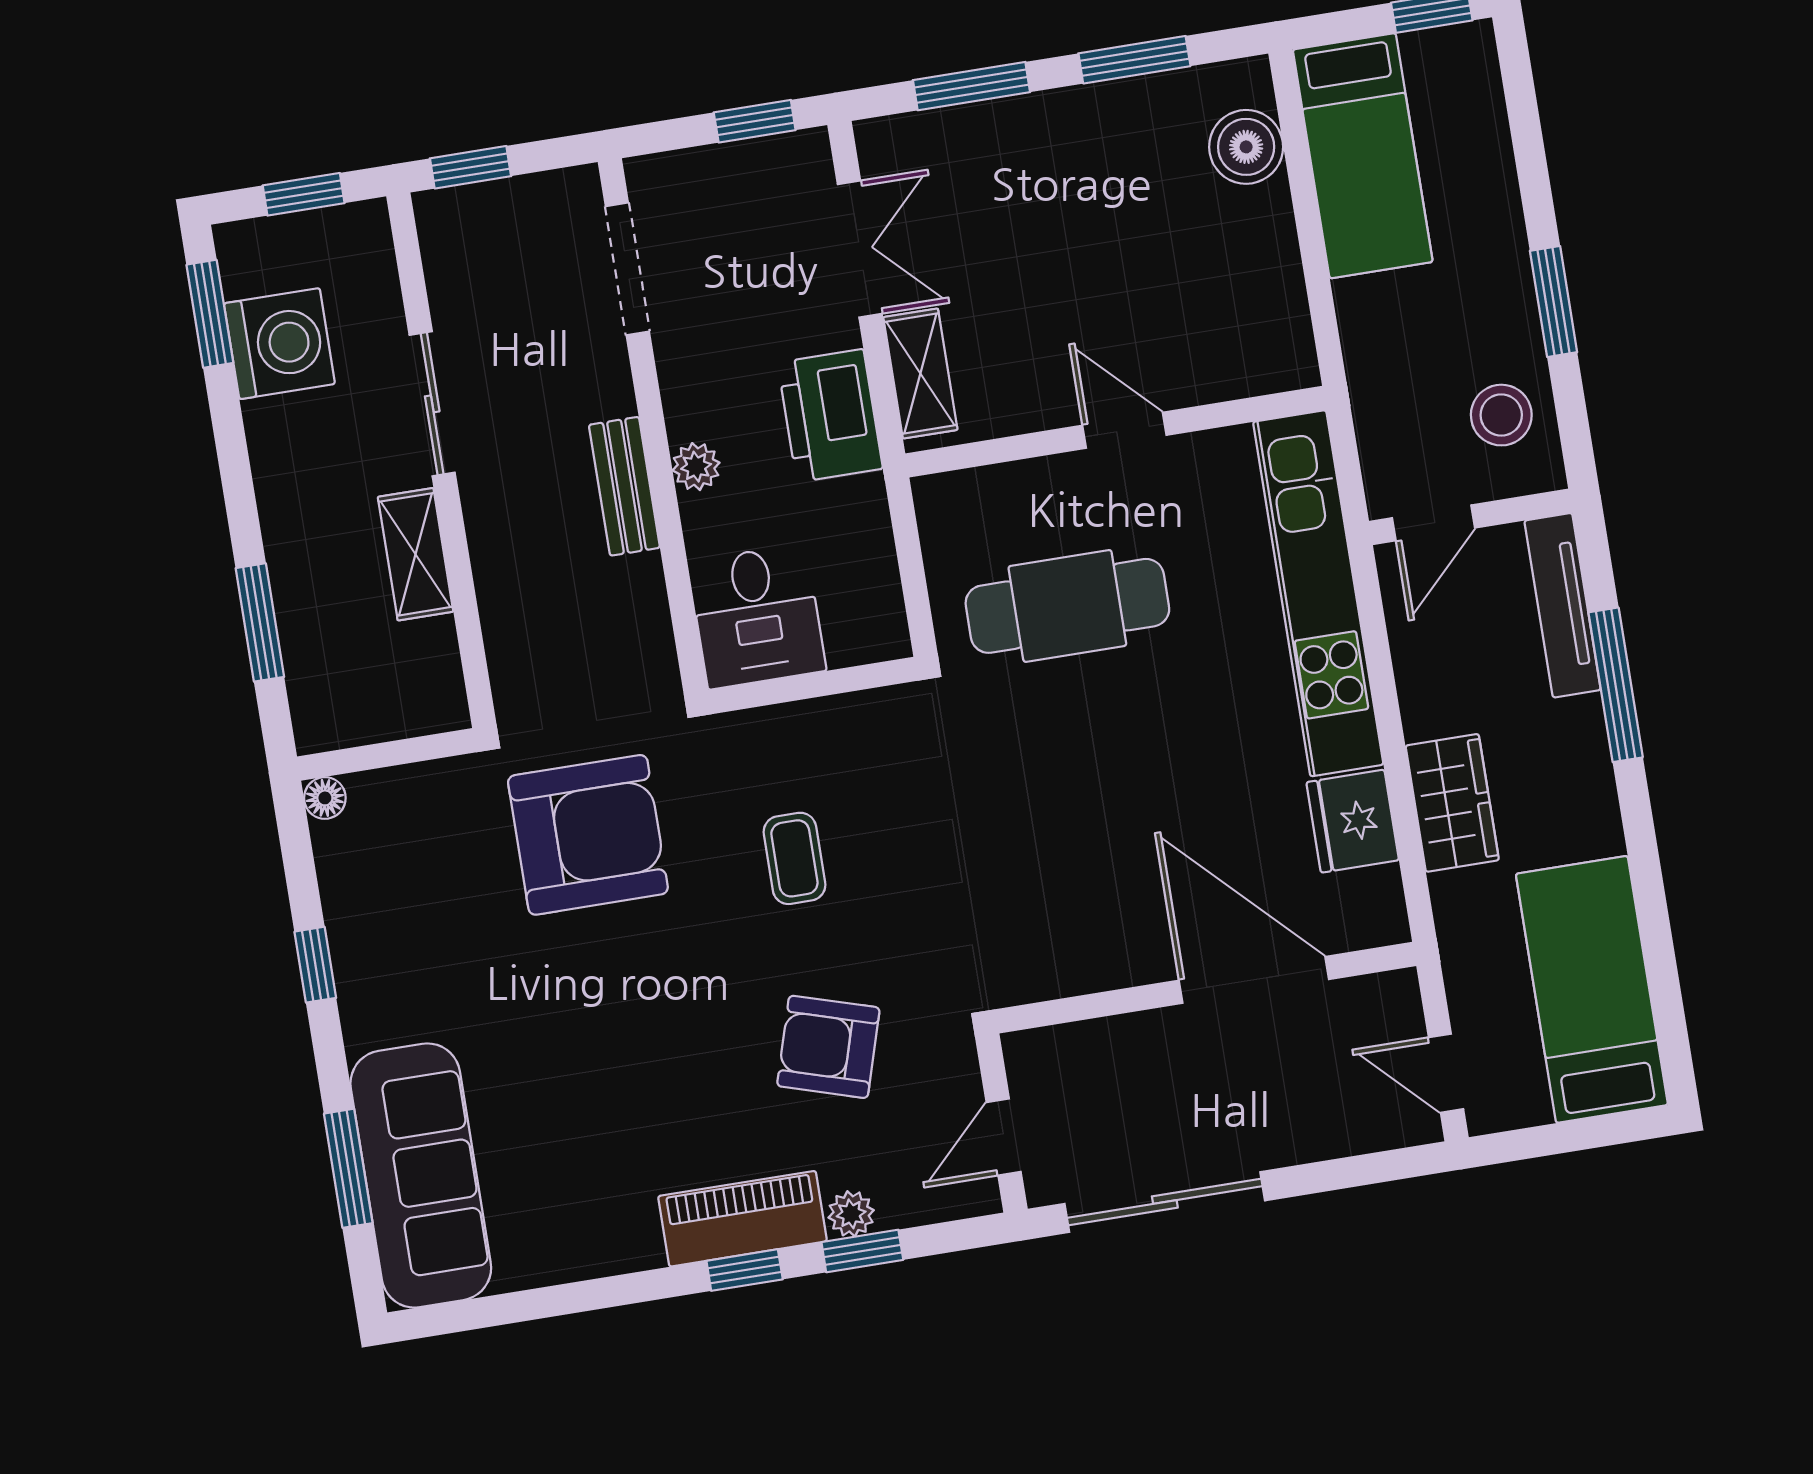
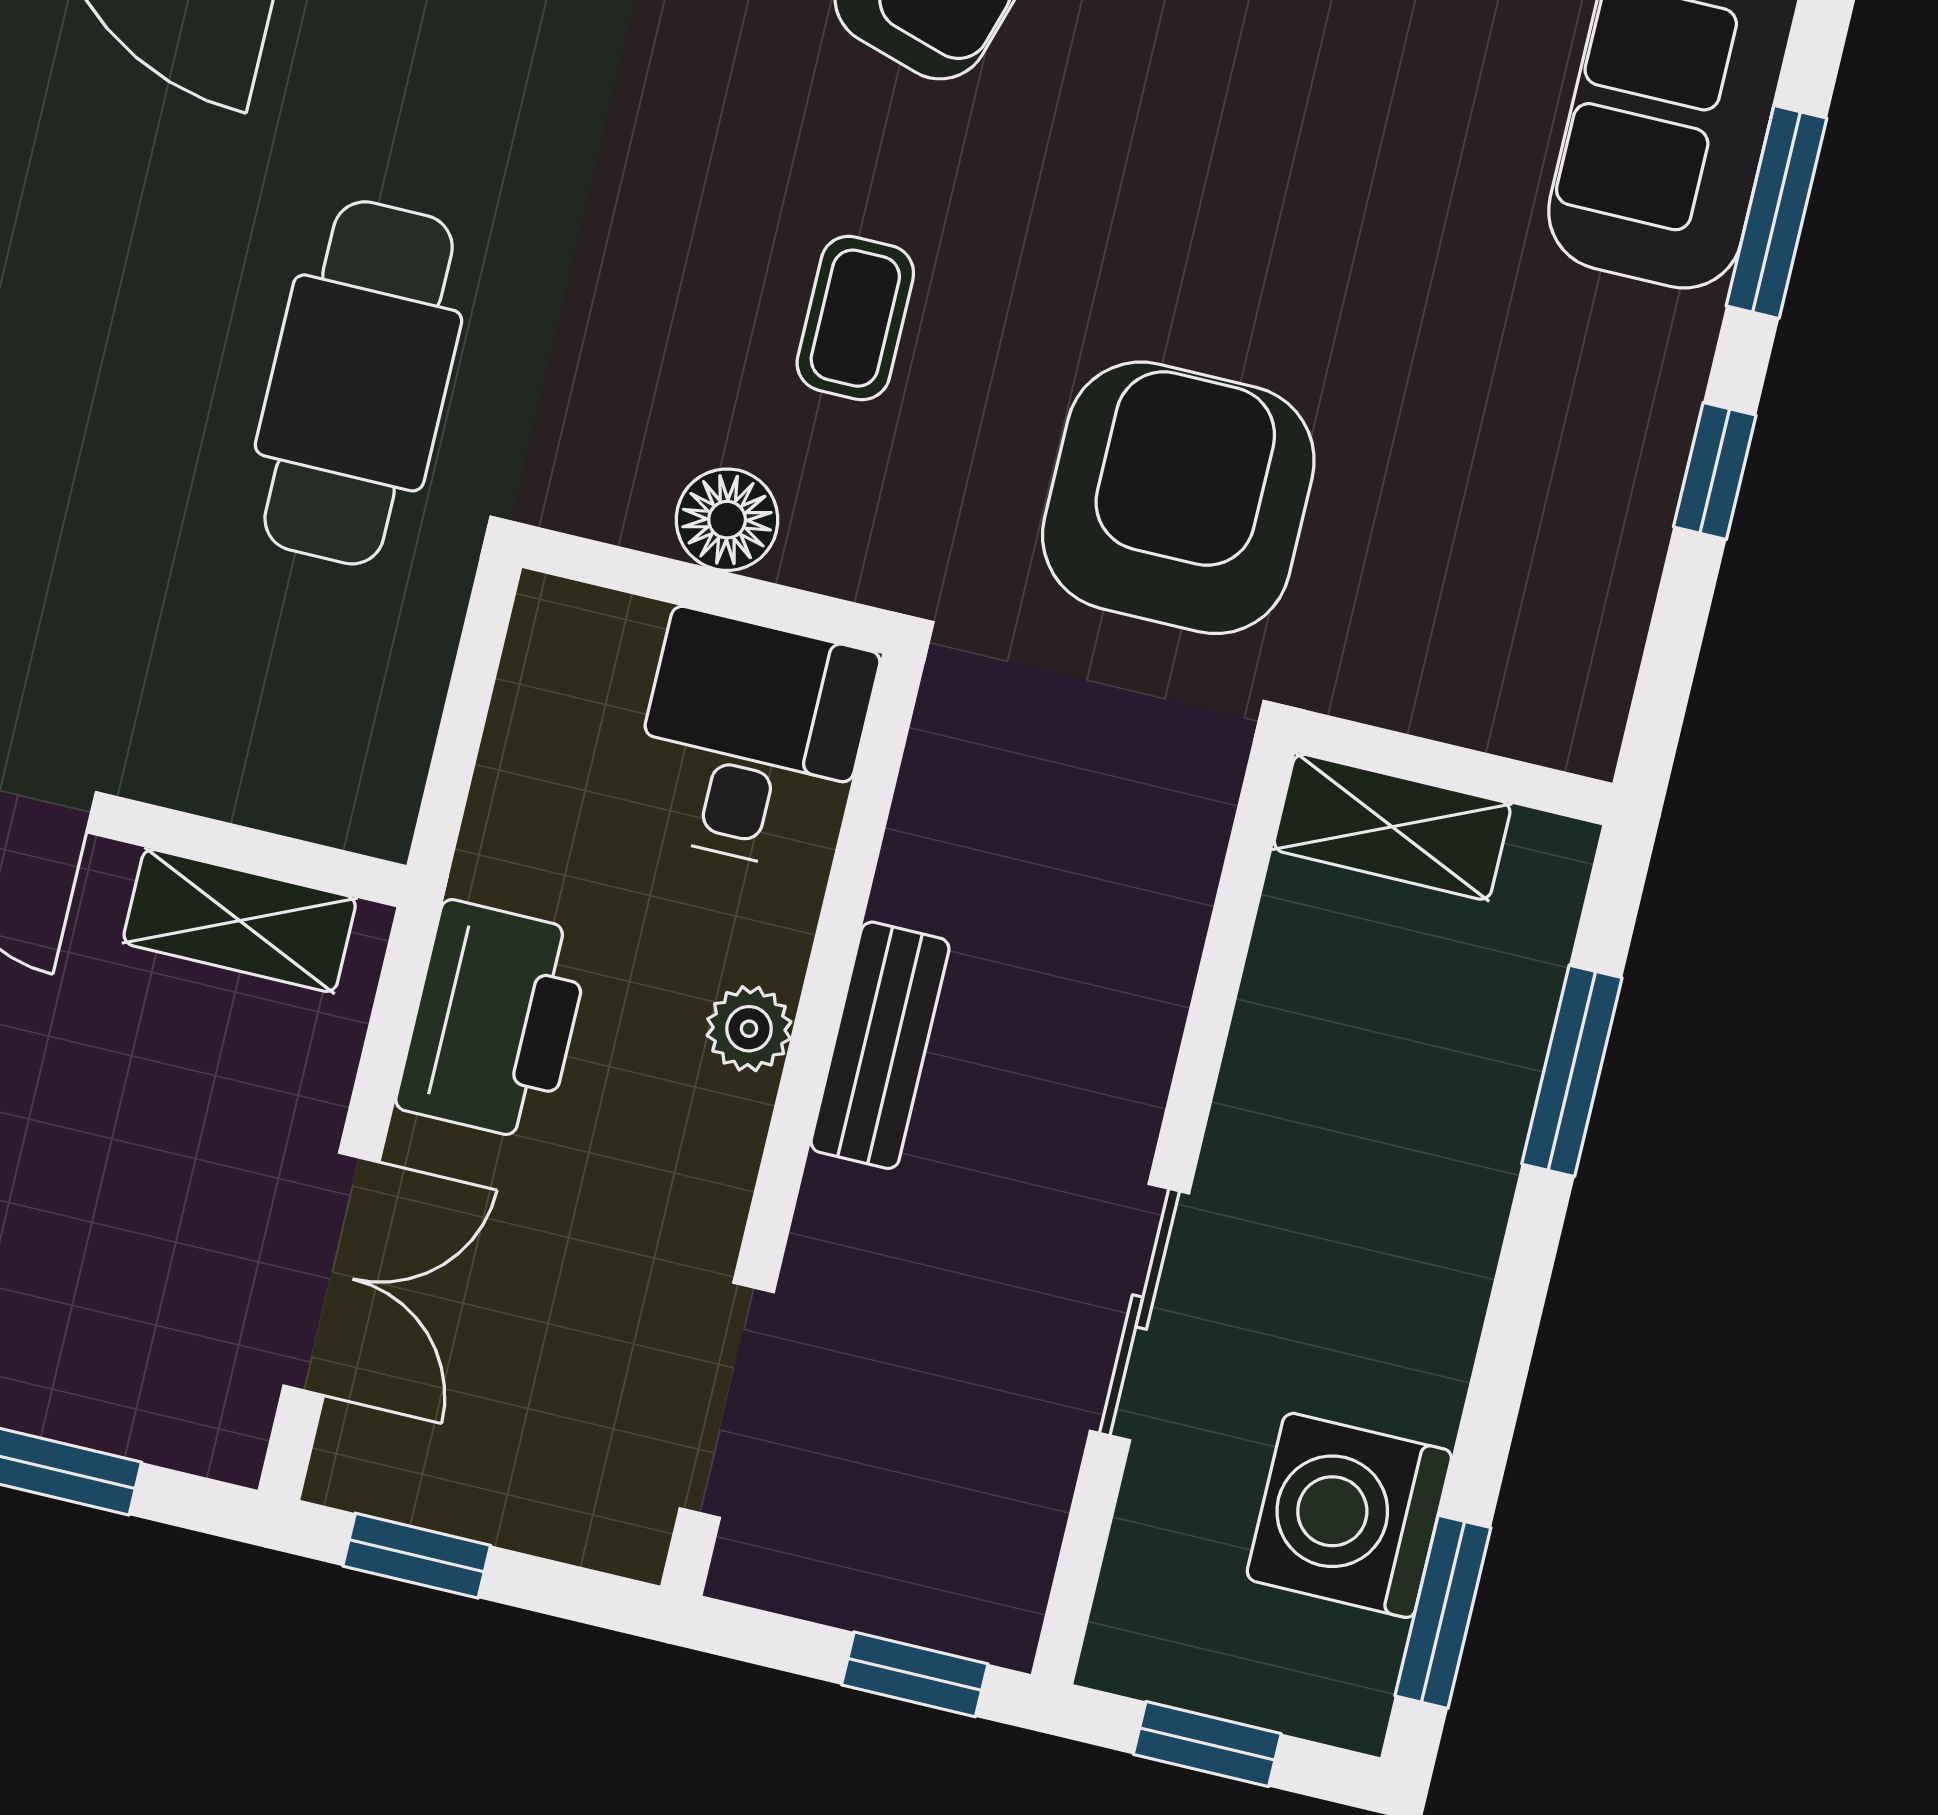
double door: (860, 249) -> (331, 1274), swing flipped
shelving: (920, 374) -> (240, 921), moved, turned 90
shelving: (416, 554) -> (1392, 827), moved, turned 90
cafe table: (1067, 606) -> (359, 383), moved, turned 90
floor lamp: (325, 798) -> (727, 520), moved, width x1.37, depth x1.37
armchair: (588, 835) -> (1178, 498), turned 90
window: (348, 1168) -> (1776, 212), moved

